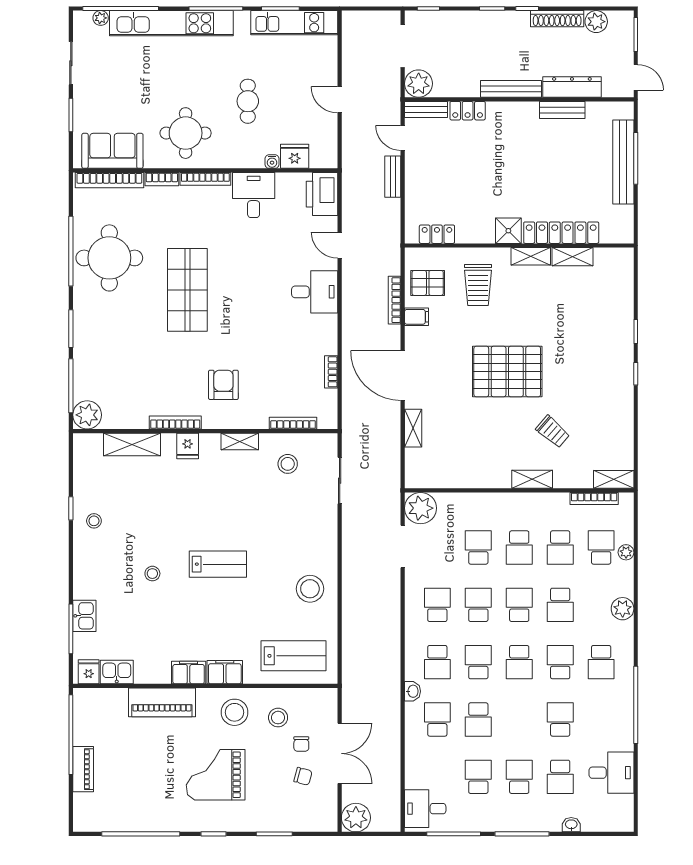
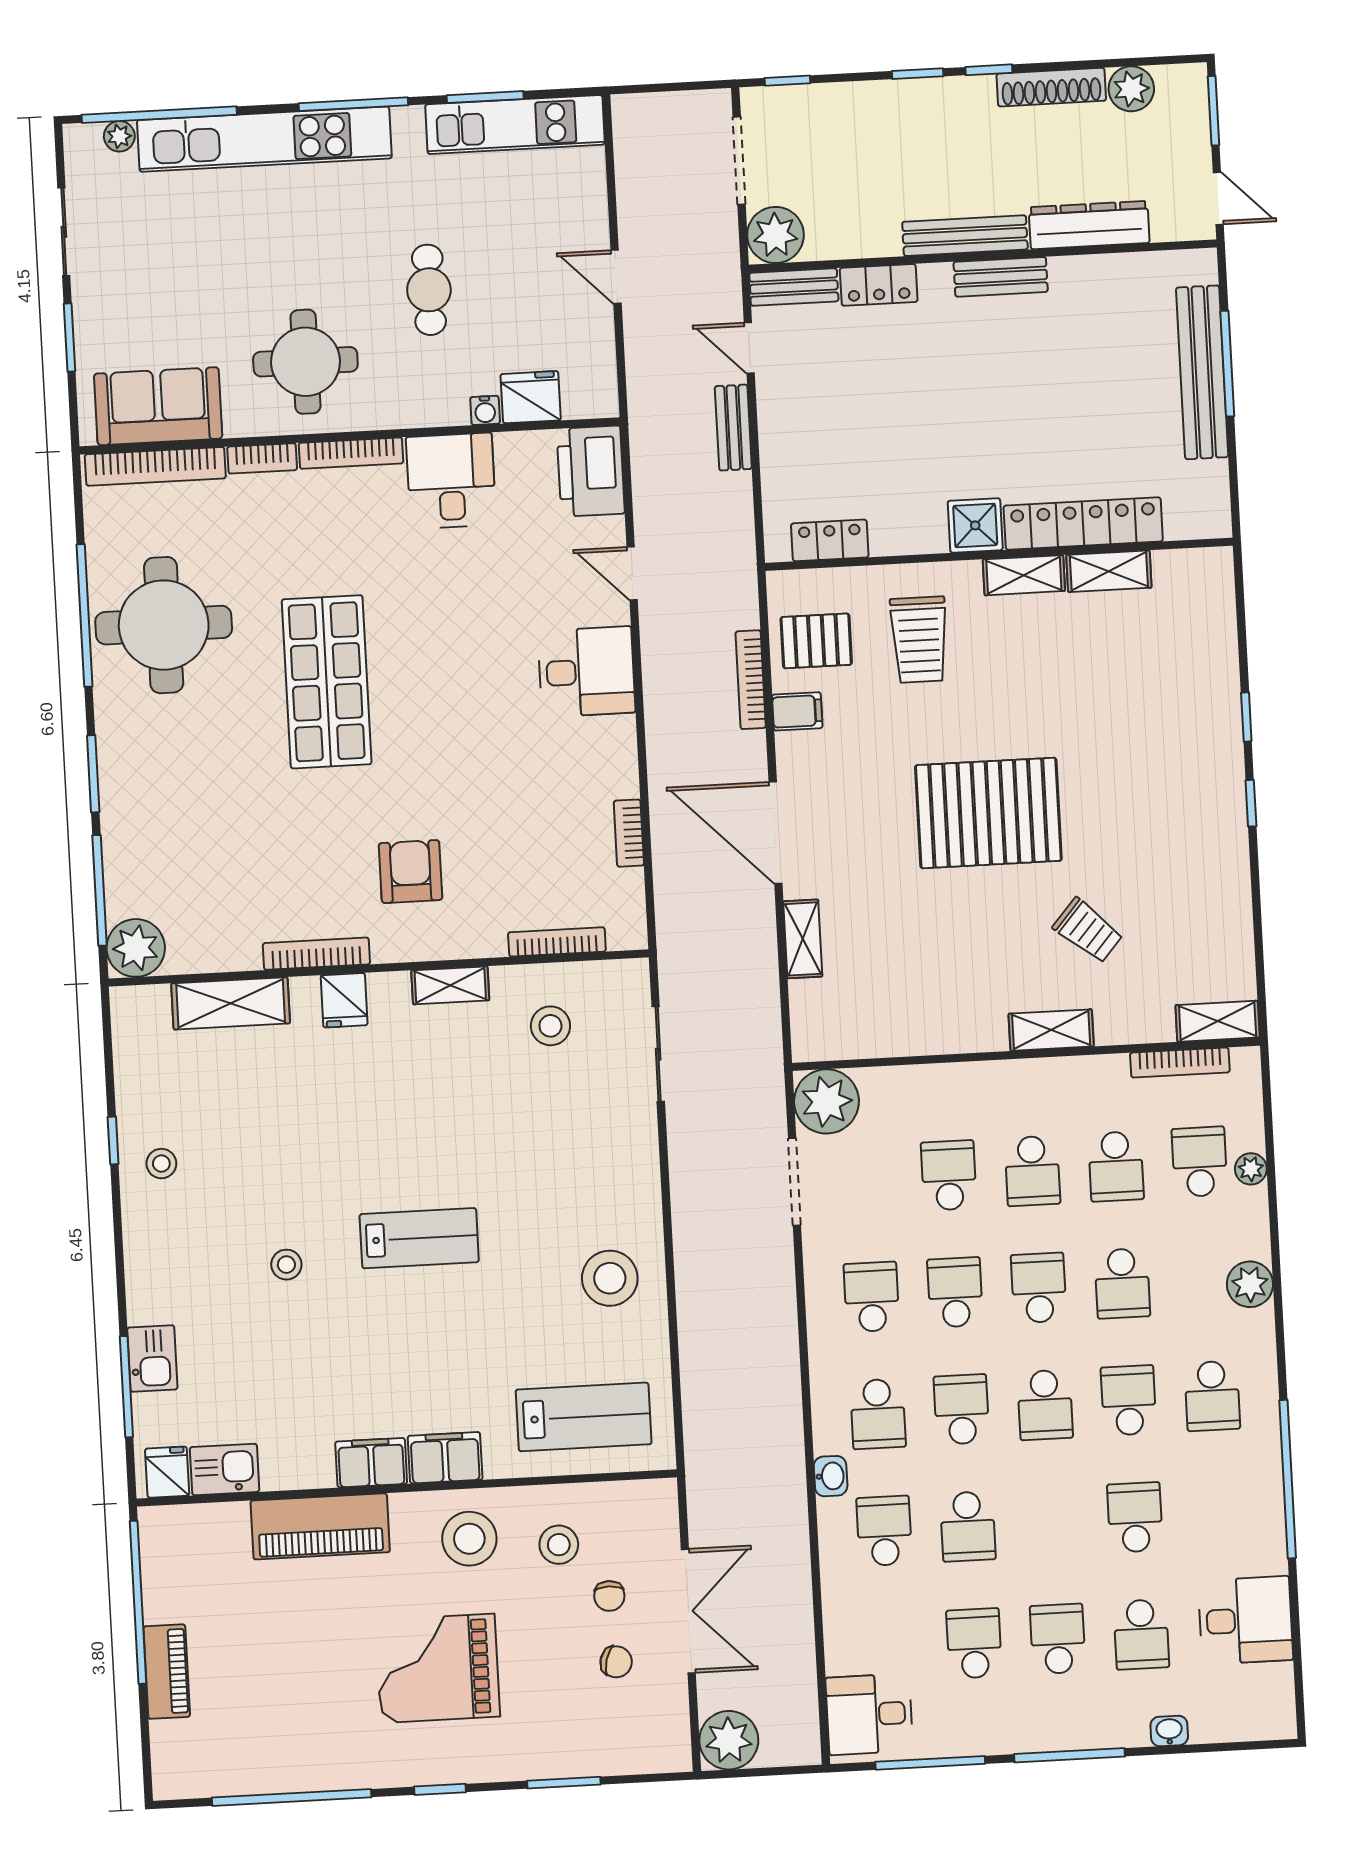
bench: (562, 110) -> (1001, 277), moved

